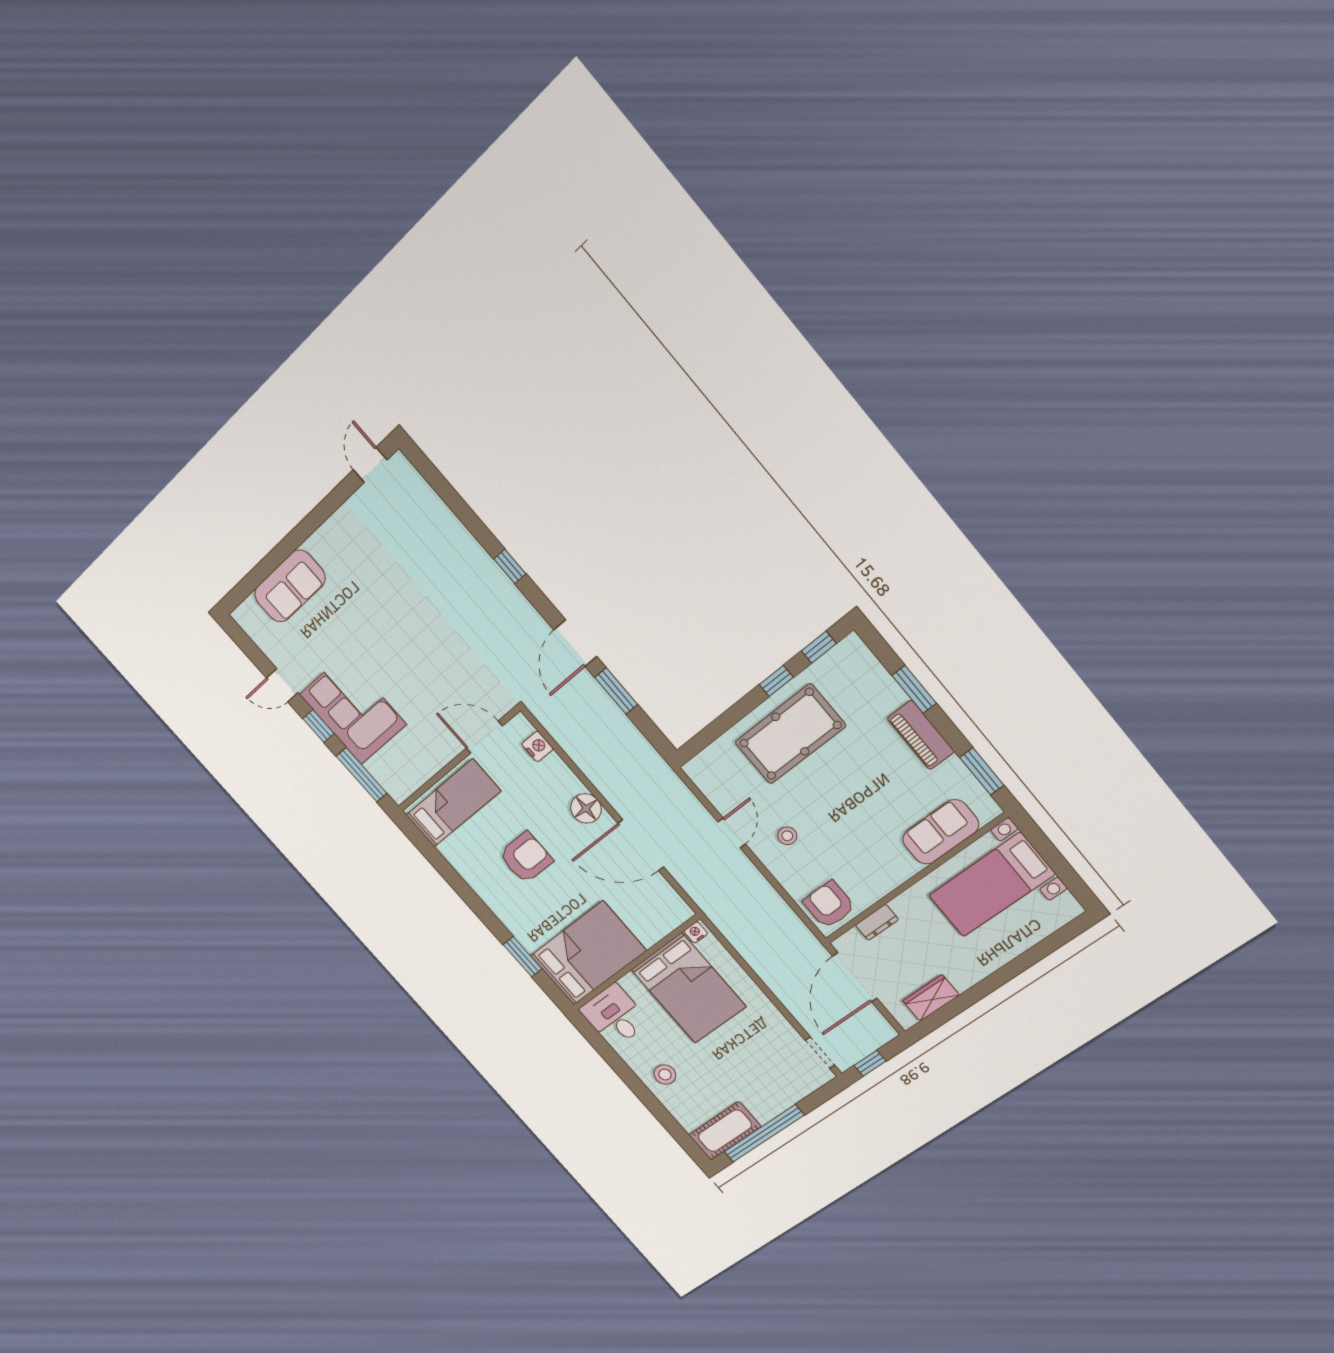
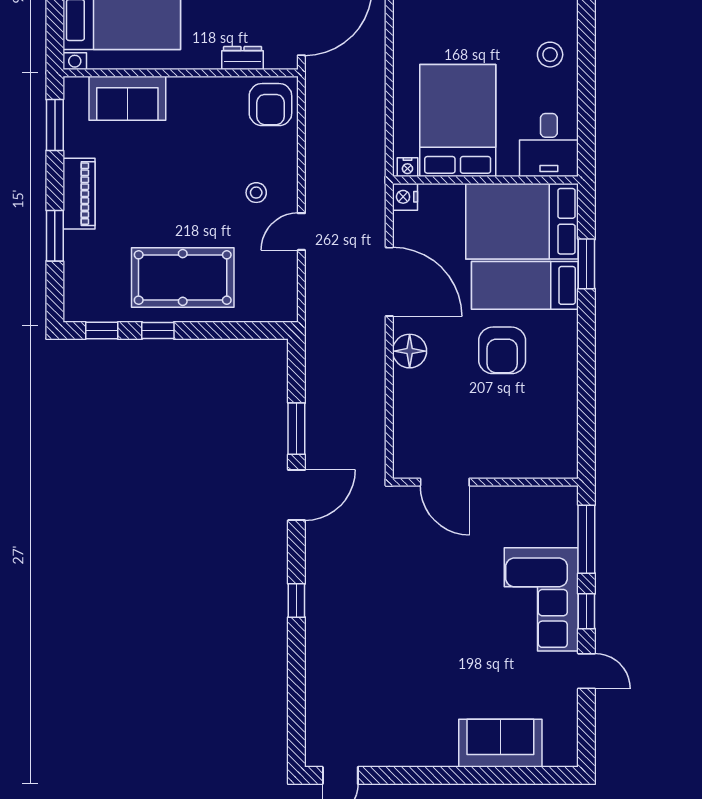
nightstand: (537, 746) -> (405, 197), moved
bed: (453, 803) -> (525, 285), moved
armchair: (526, 858) -> (502, 350), turned -90

